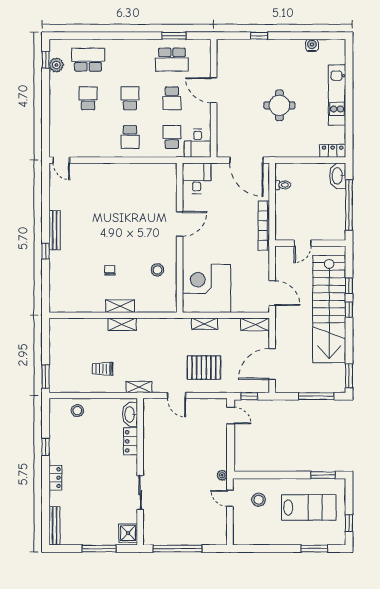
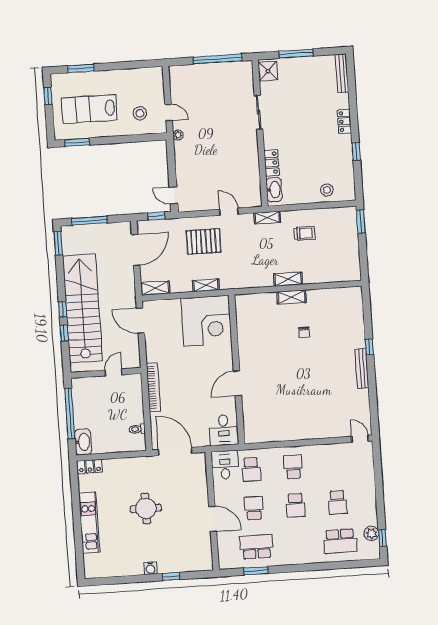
water cooler: (312, 45) -> (151, 568), moved
stool: (157, 270) -> (257, 336), removed

